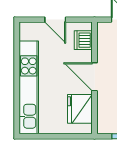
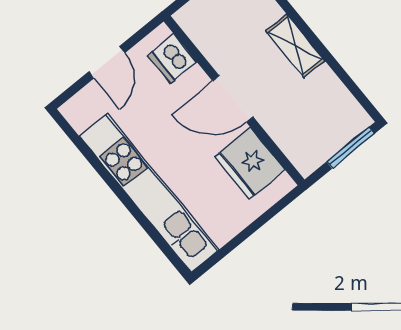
door: (55, 20) -> (107, 62), hinge flipped

